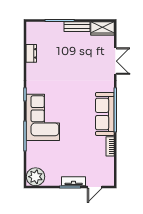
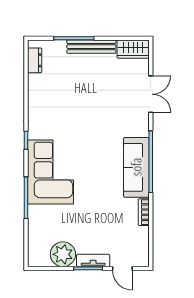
bench: (77, 27) -> (91, 47), width x1.36
dresser: (31, 53) -> (35, 60), moved
plant: (36, 177) -> (63, 254), moved
door: (95, 187) -> (122, 268), hinge flipped

